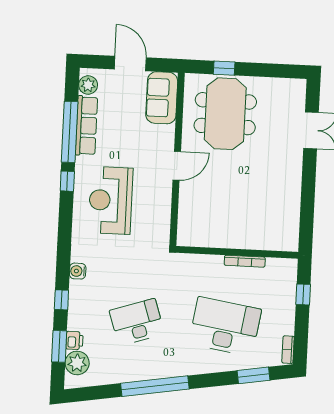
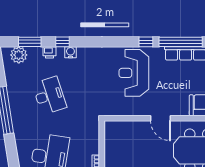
reception desk: (111, 200) -> (134, 73), turned -90
water cooler: (78, 271) -> (70, 52), moved
printer: (74, 341) -> (50, 52), moved

